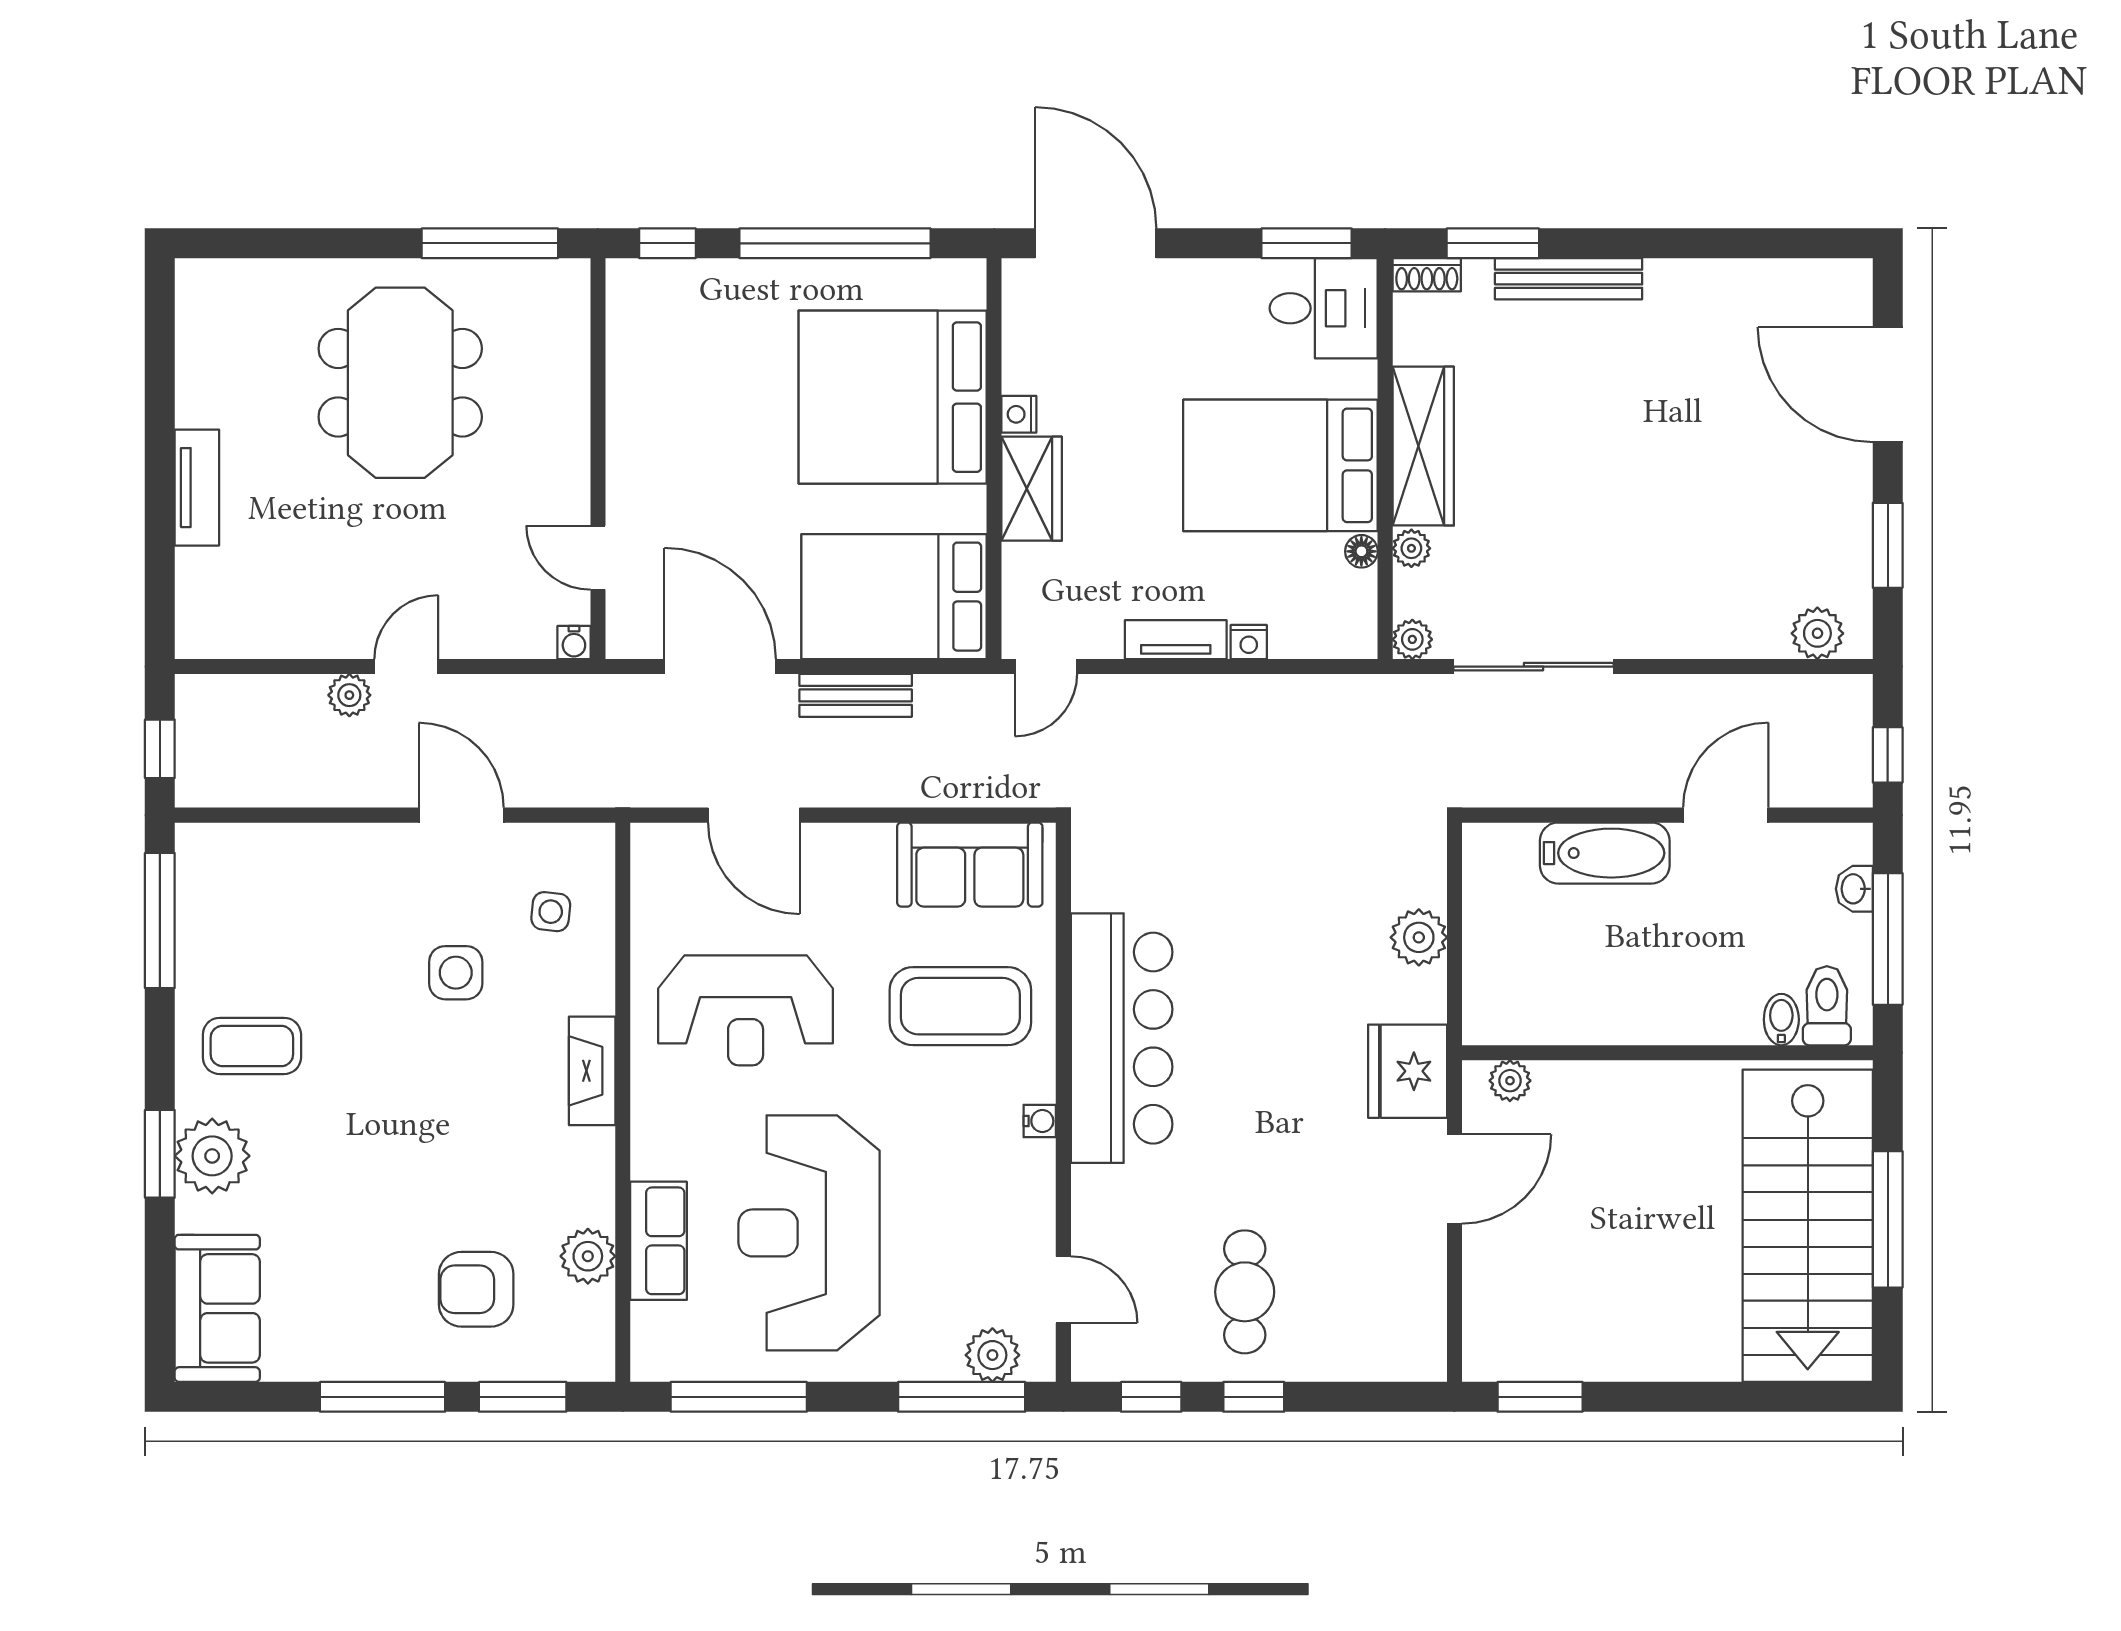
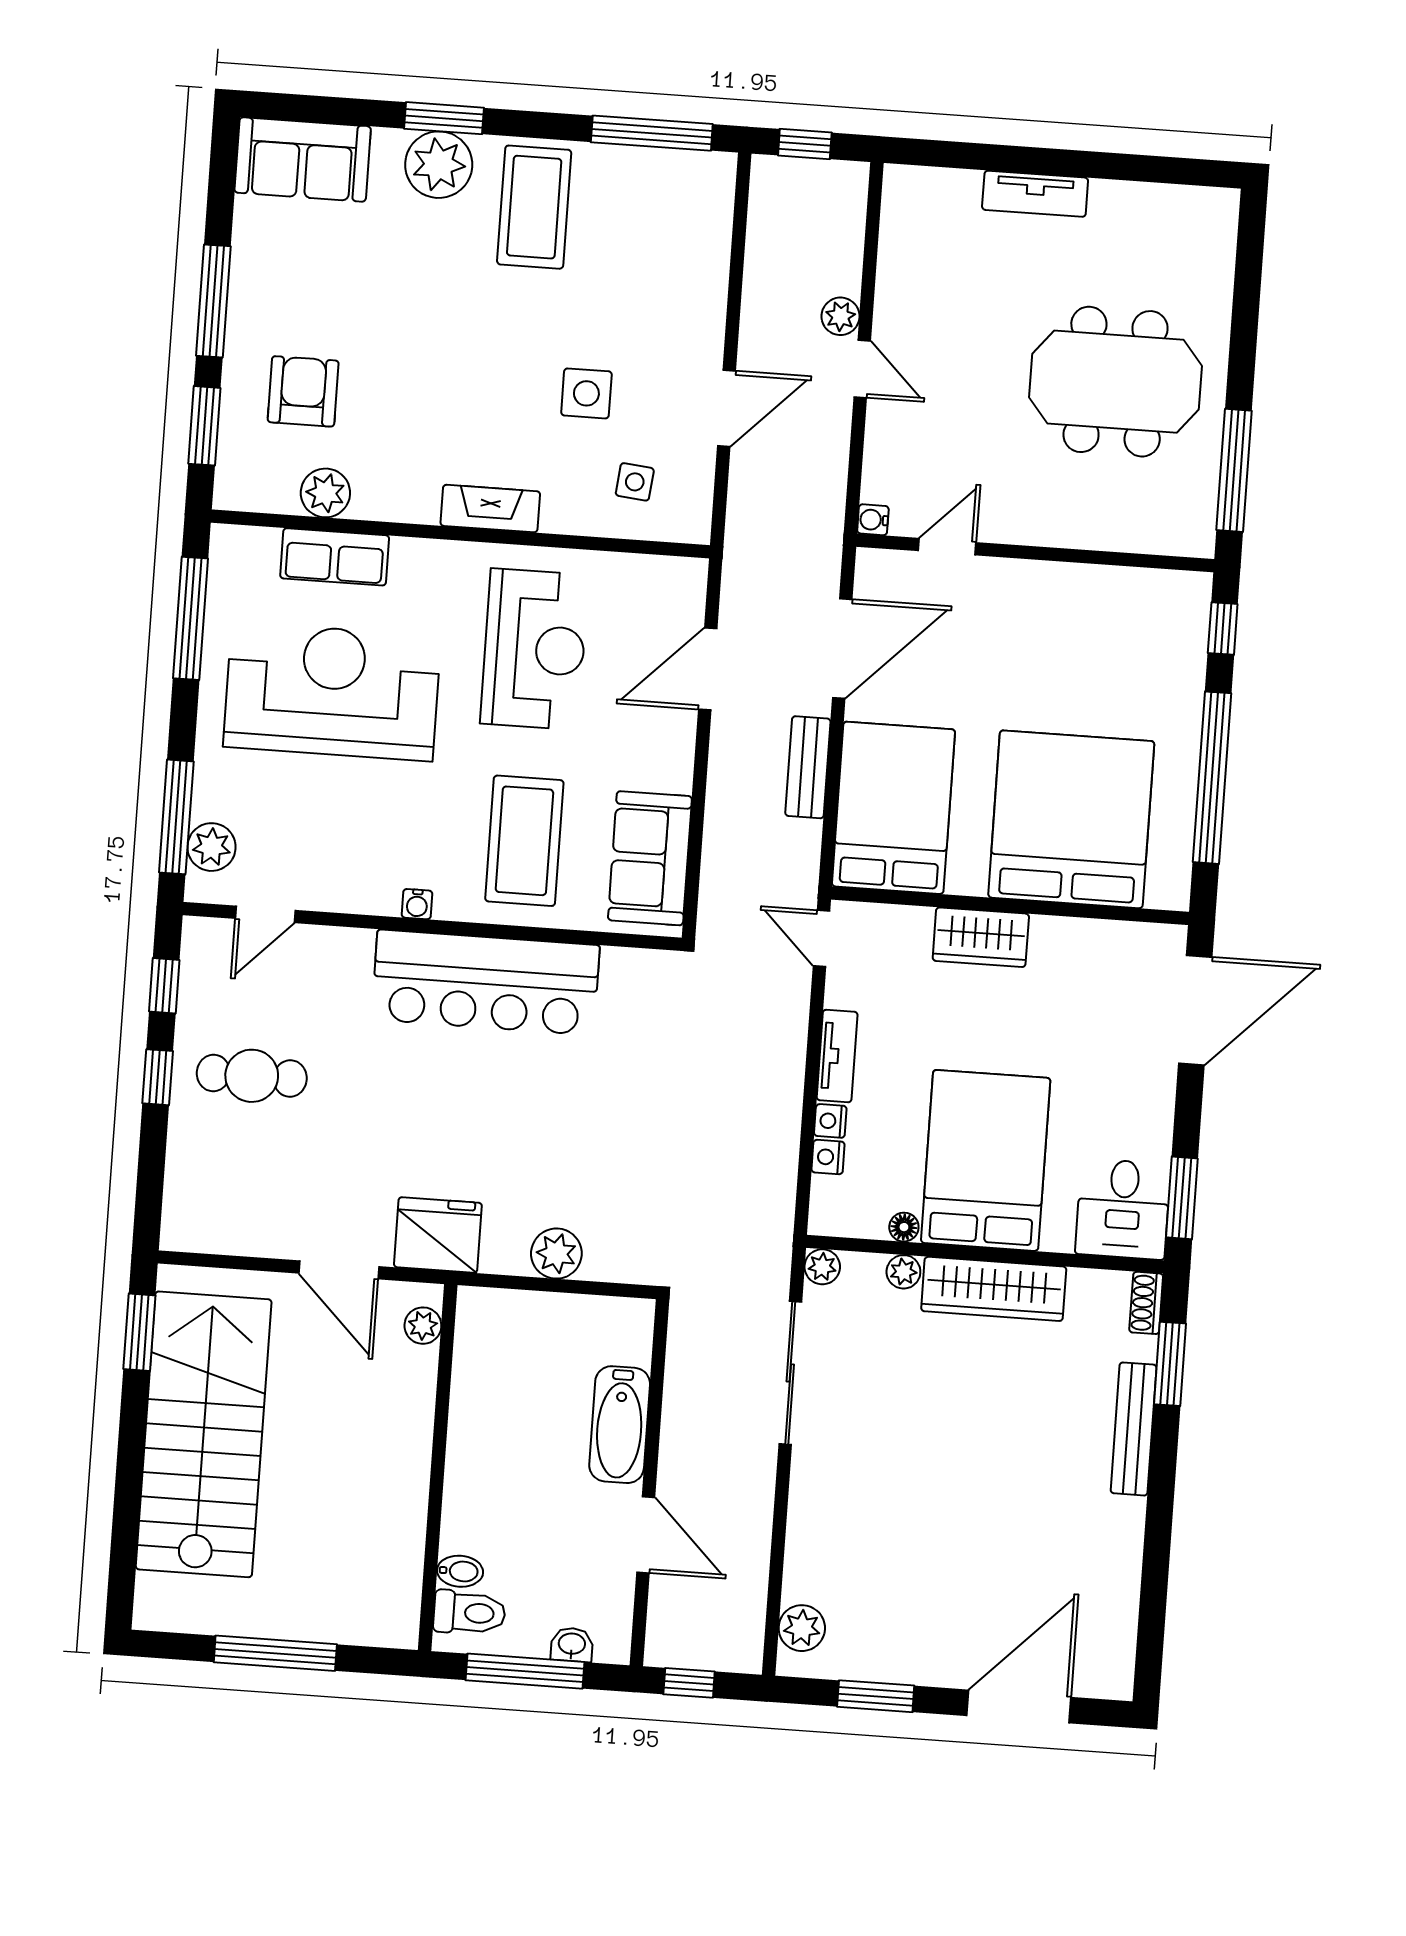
nightstand: (1019, 414) -> (828, 1157), moved, turned -90
reception desk: (746, 1010) -> (534, 649), turned 180
coffee table: (252, 1046) -> (534, 207), width x1.36, depth x1.32
stairs: (1808, 1226) -> (204, 1434), moved, turned 90

